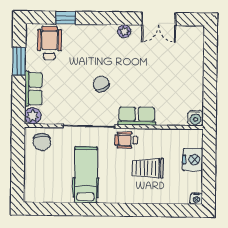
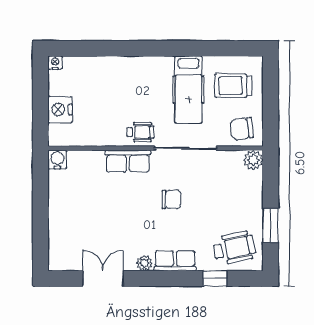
wheelchair: (50, 43) -> (234, 248), turned -102
chair: (101, 84) -> (171, 199), turned -63
row of seats: (33, 89) -> (175, 261), moved, turned 90
chair: (42, 142) -> (242, 129), turned -97
trolley: (148, 168) -> (233, 86), moved, turned 180

